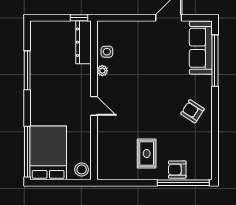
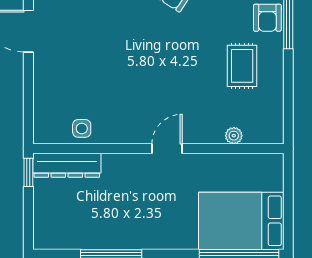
plant: (102, 71) -> (234, 136), moved
rug: (147, 154) -> (242, 66), turned 90
stool: (82, 169) -> (267, 168), removed

